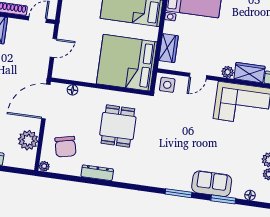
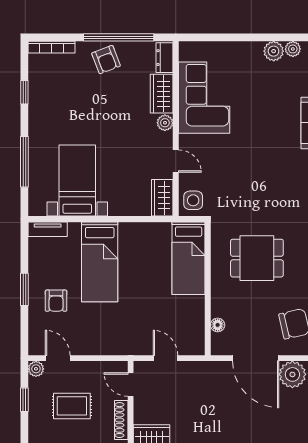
wardrobe: (168, 48) -> (162, 198), moved, turned -90
bed: (127, 63) -> (189, 258), width x0.49
door: (46, 102) -> (256, 358), moved

